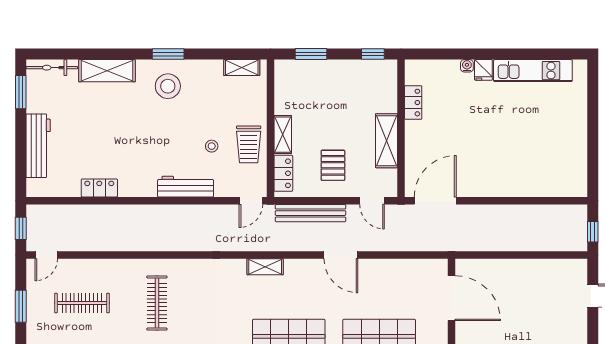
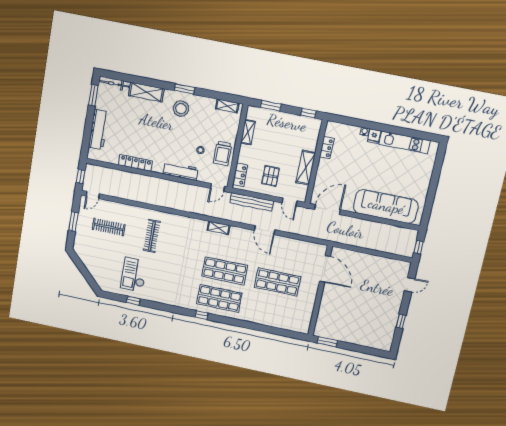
shelving: (283, 135) -> (248, 132), moved
sofa: (526, 177) -> (386, 206), added
locker: (99, 188) -> (135, 163), width x1.53

